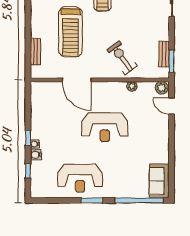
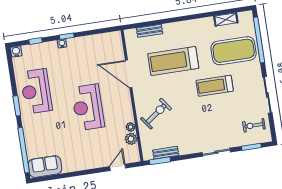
door: (77, 80) -> (129, 74), hinge flipped
plant: (162, 88) -> (131, 139), moved
water cooler: (36, 155) -> (16, 52), moved

